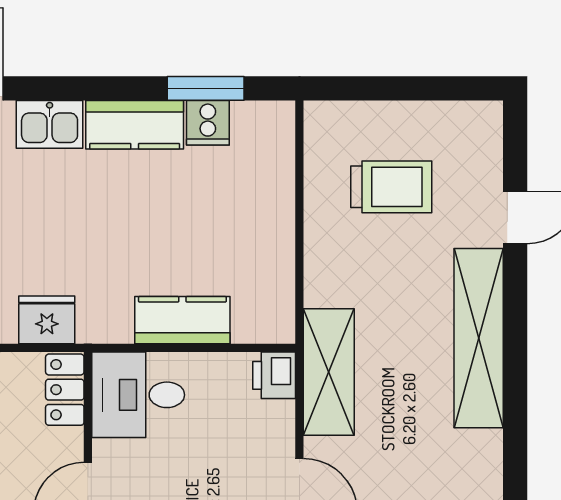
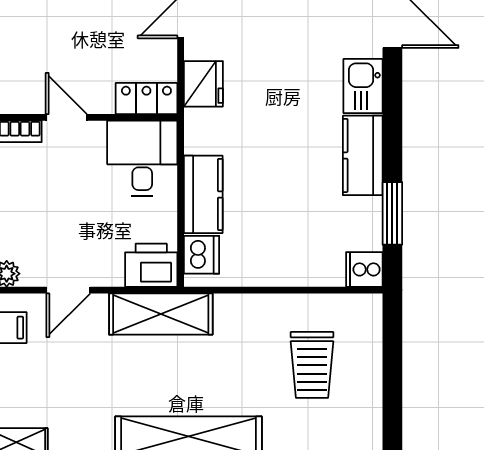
cooker: (208, 123) -> (364, 269), moved
dishwasher: (256, 322) -> (202, 255), added
printer: (274, 375) -> (151, 265), width x1.36, depth x1.24

